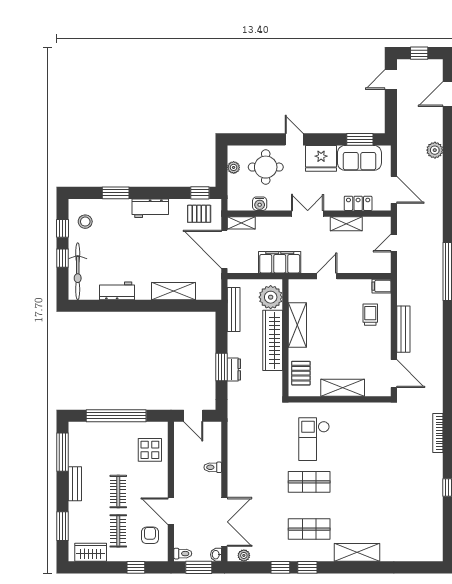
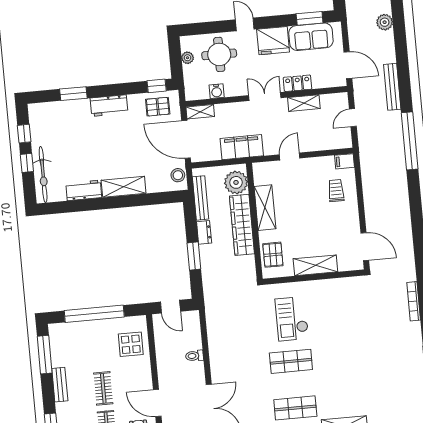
locker: (358, 203) -> (297, 83), moved
stool: (85, 222) -> (178, 175), moved
shelving: (174, 291) -> (124, 187), moved
bench: (403, 329) -> (392, 87), moved
dresser: (234, 370) -> (204, 232), moved

